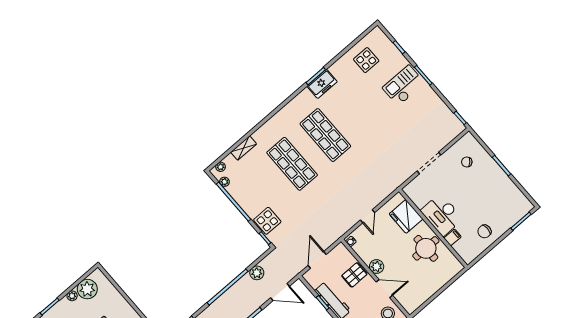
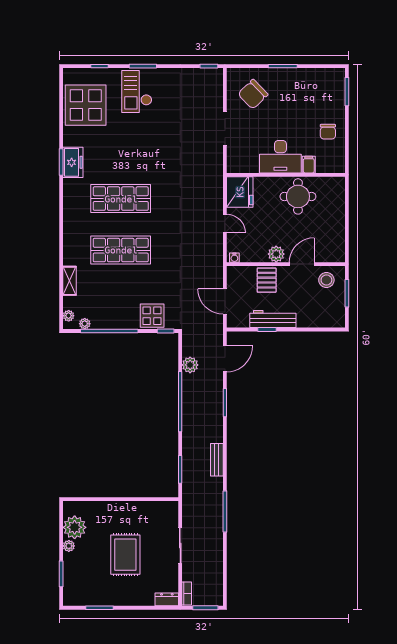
display table: (366, 60) -> (86, 105), width x1.86, depth x1.86
chair: (467, 162) -> (253, 94), width x1.87, depth x1.87
fridge: (406, 216) -> (240, 192), moved, turned -90

